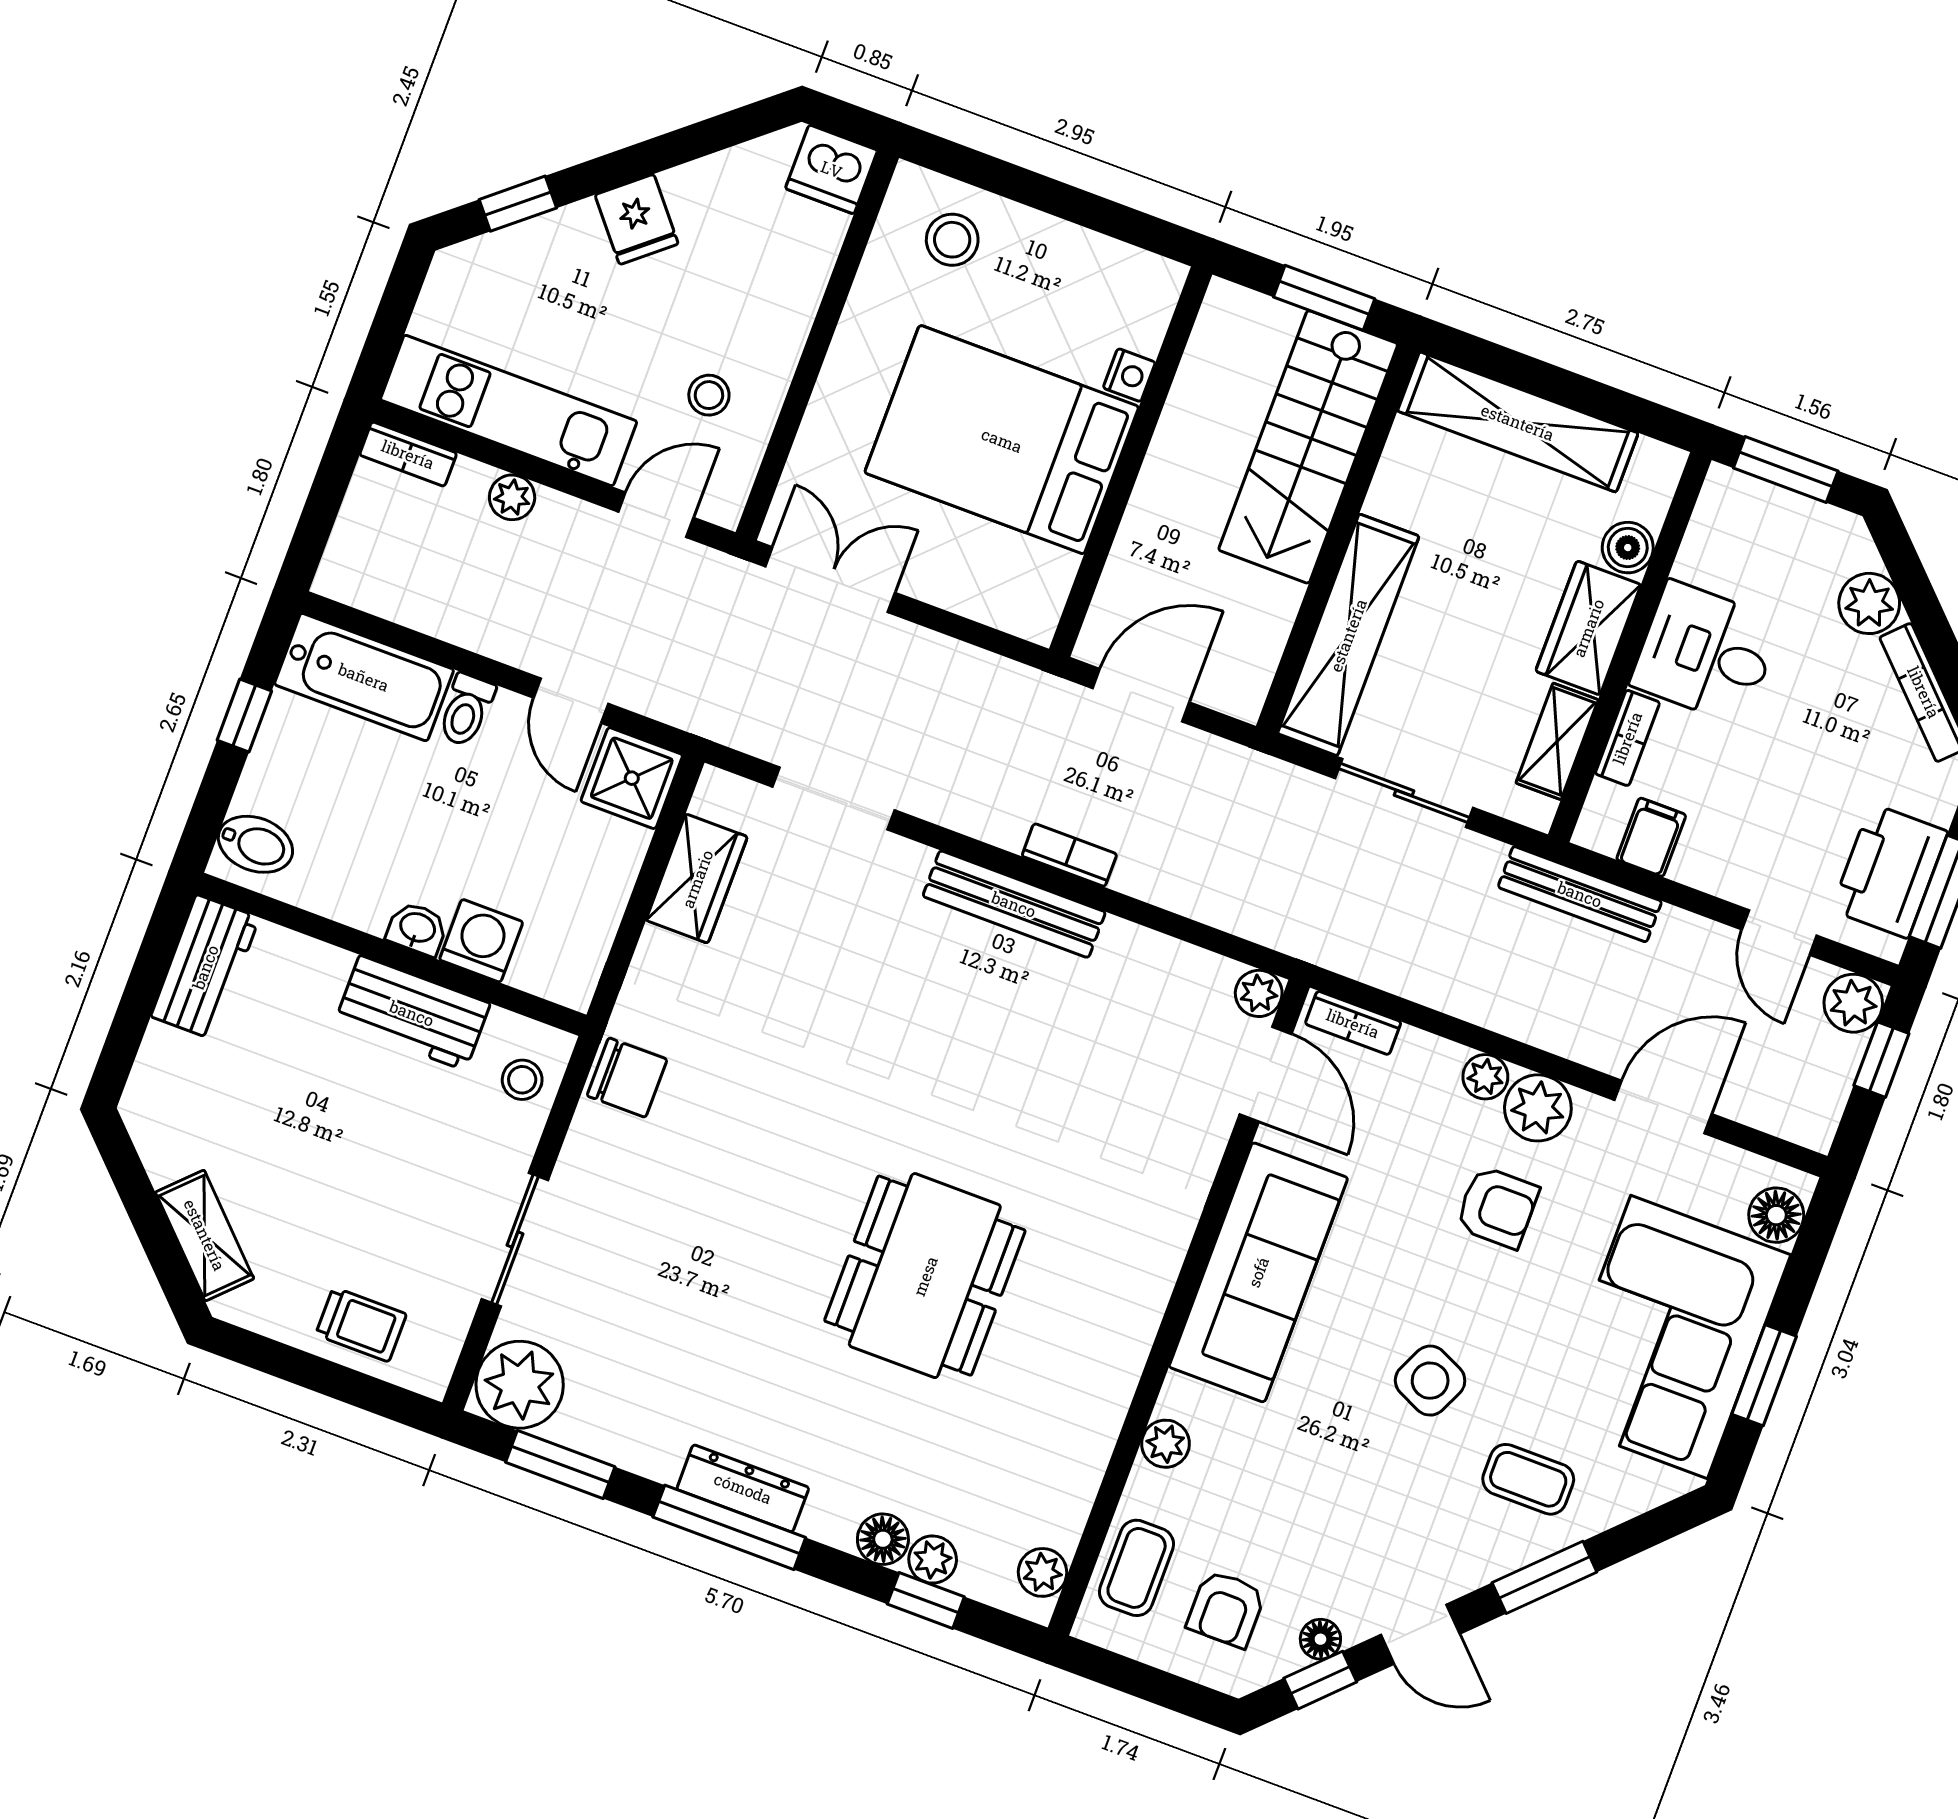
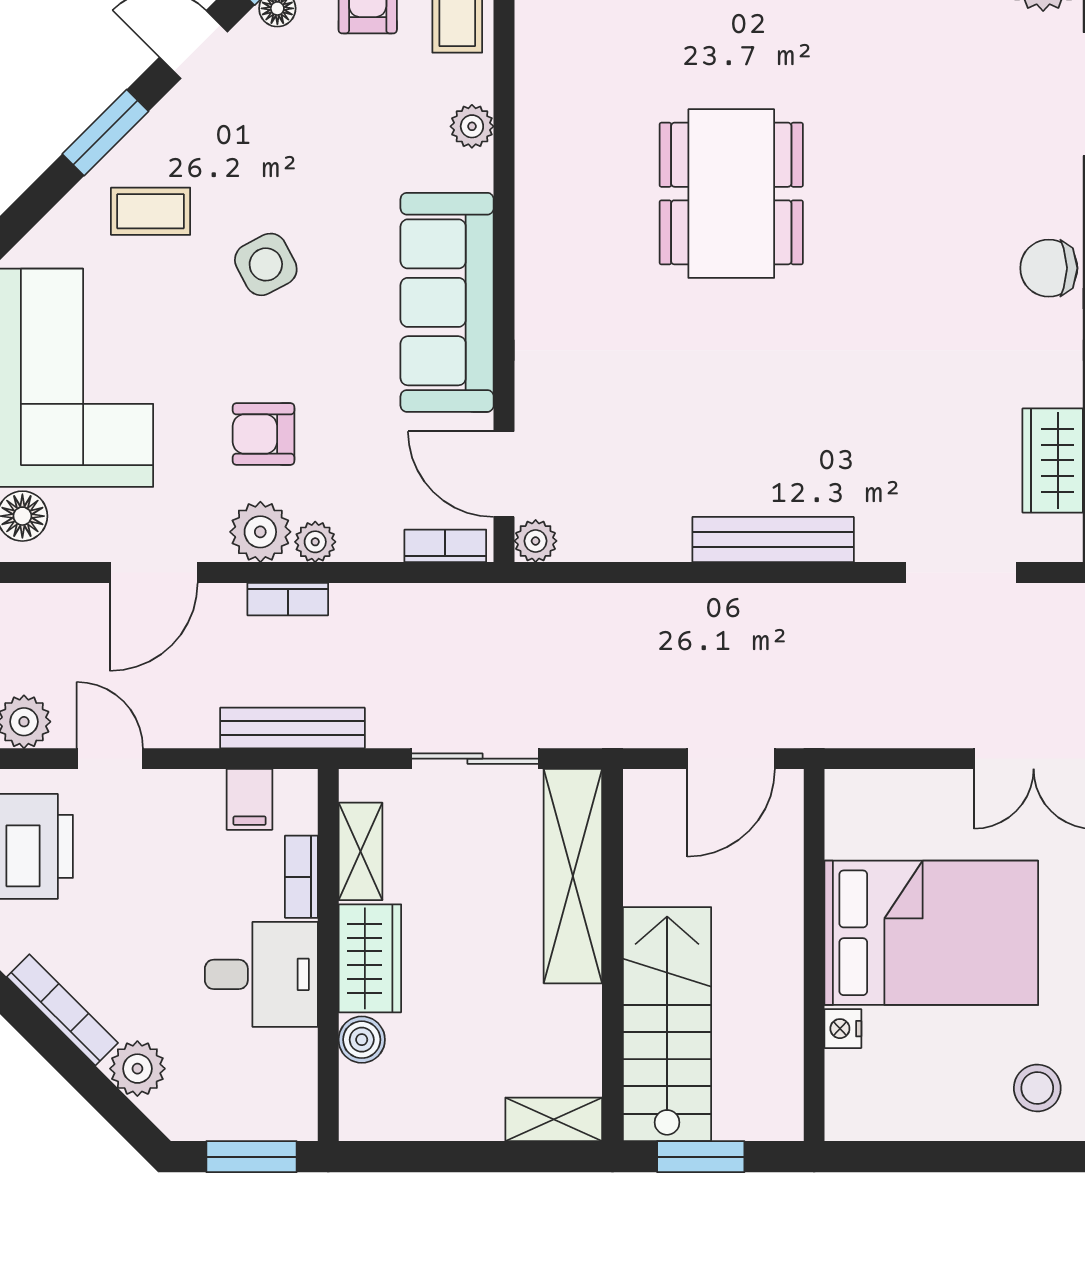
shelving: (1518, 422) -> (554, 1119), width x0.45, depth x0.75
bookcase: (1069, 855) -> (288, 599), moved
side table: (1430, 1381) -> (266, 264), turned 37

